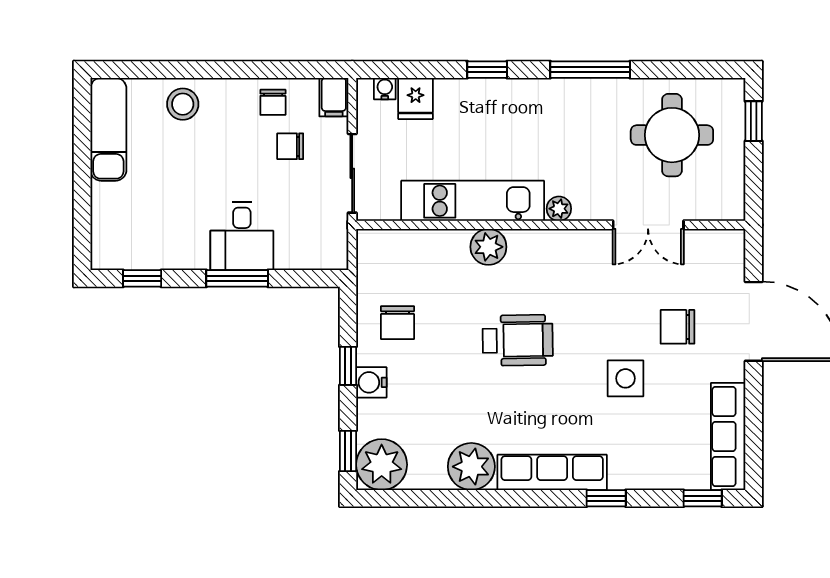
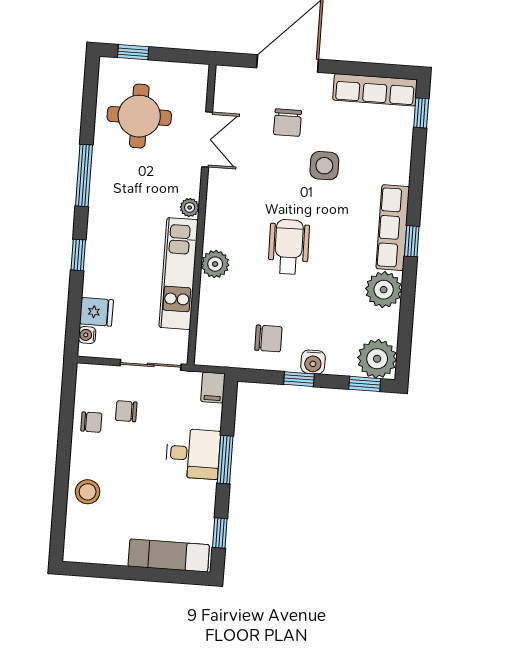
filing cabinet: (334, 97) -> (213, 388), moved, turned 90
exam couch: (108, 129) -> (169, 555), moved
chair: (290, 146) -> (126, 411), turned 90
window: (606, 498) -> (412, 241), moved

